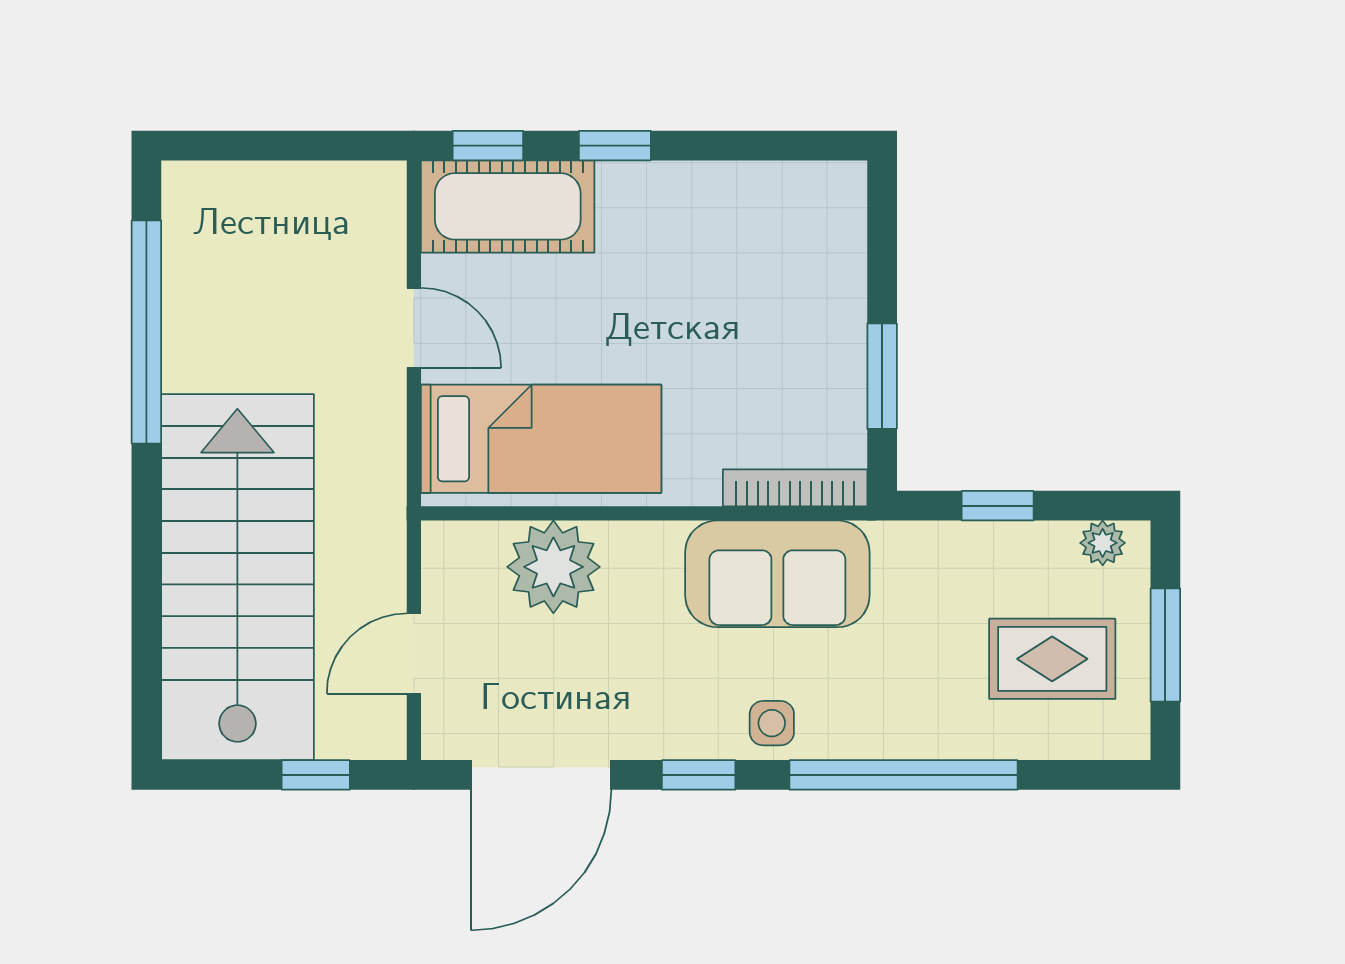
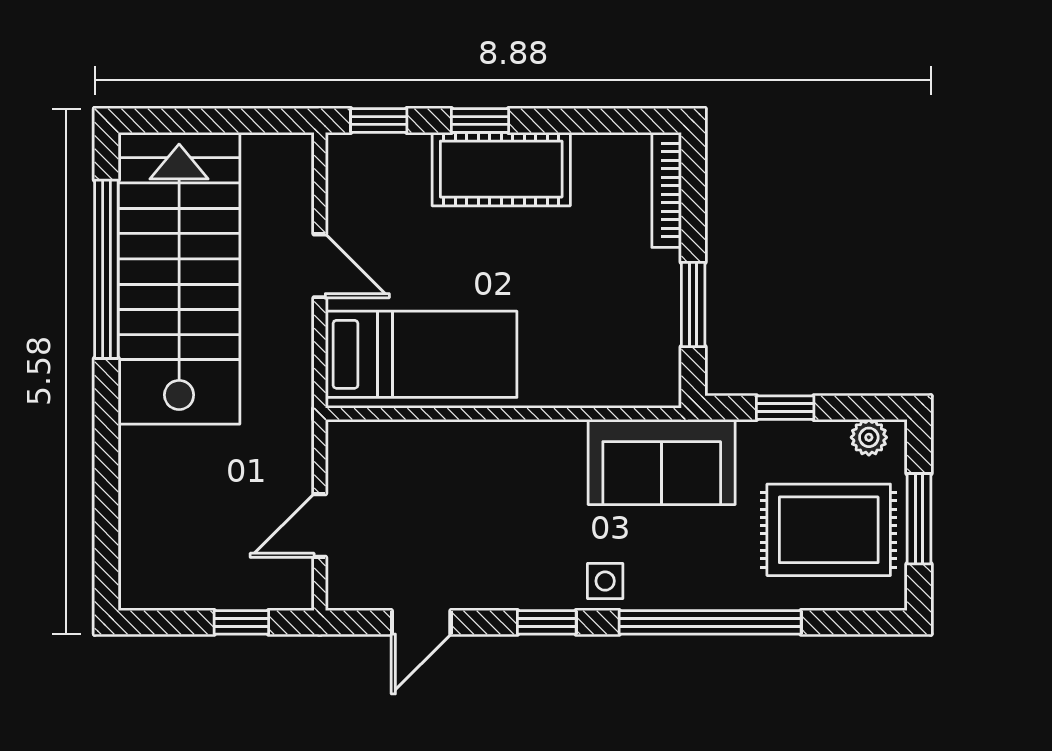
cot: (508, 206) -> (501, 169), moved
bookcase: (795, 488) -> (667, 190), moved, turned -90
plant: (553, 567) -> (431, 456), removed
sofa: (777, 574) -> (662, 462), moved
stairs: (237, 577) -> (179, 278), moved
rug: (1052, 659) -> (829, 530), width x1.36, depth x1.43
door: (541, 775) -> (421, 622), width x0.53

